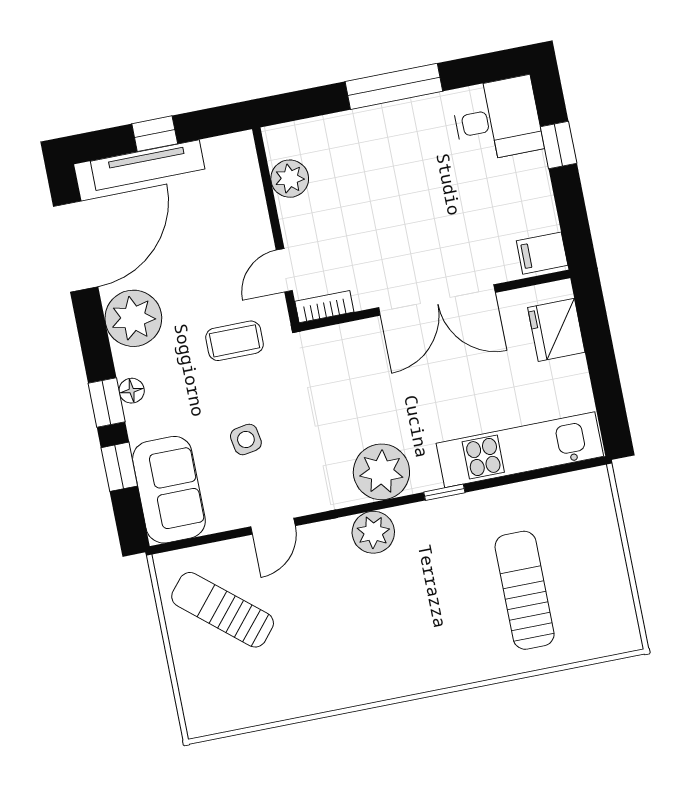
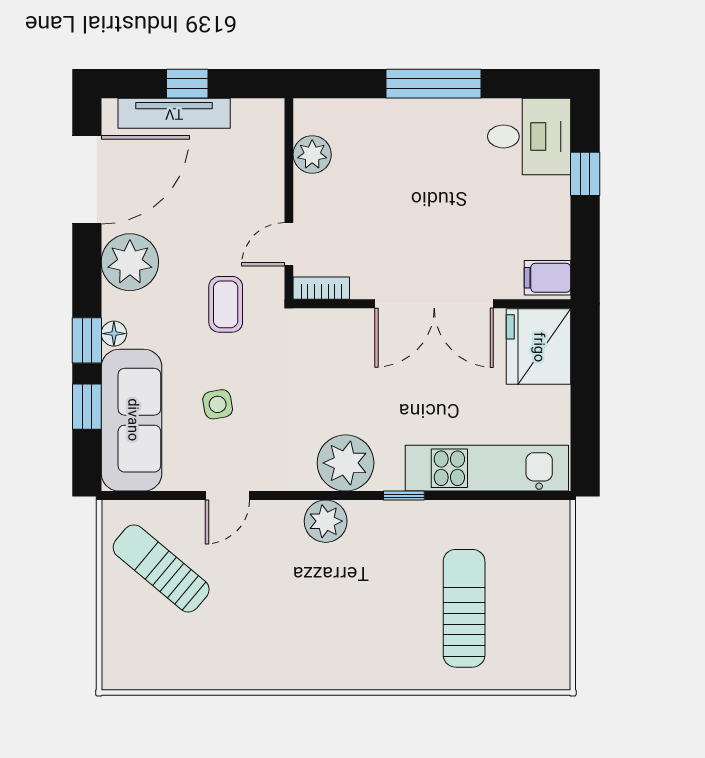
fridge: (556, 330) -> (538, 347), width x1.36, depth x1.34
coffee table: (235, 341) -> (226, 304), turned 90
sofa: (169, 490) -> (132, 420), width x1.36

